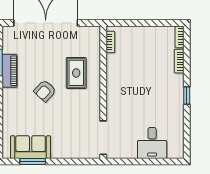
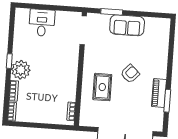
plant: (173, 86) -> (21, 70), added
sofa: (31, 147) -> (127, 25), moved
window: (33, 161) -> (112, 12), moved

